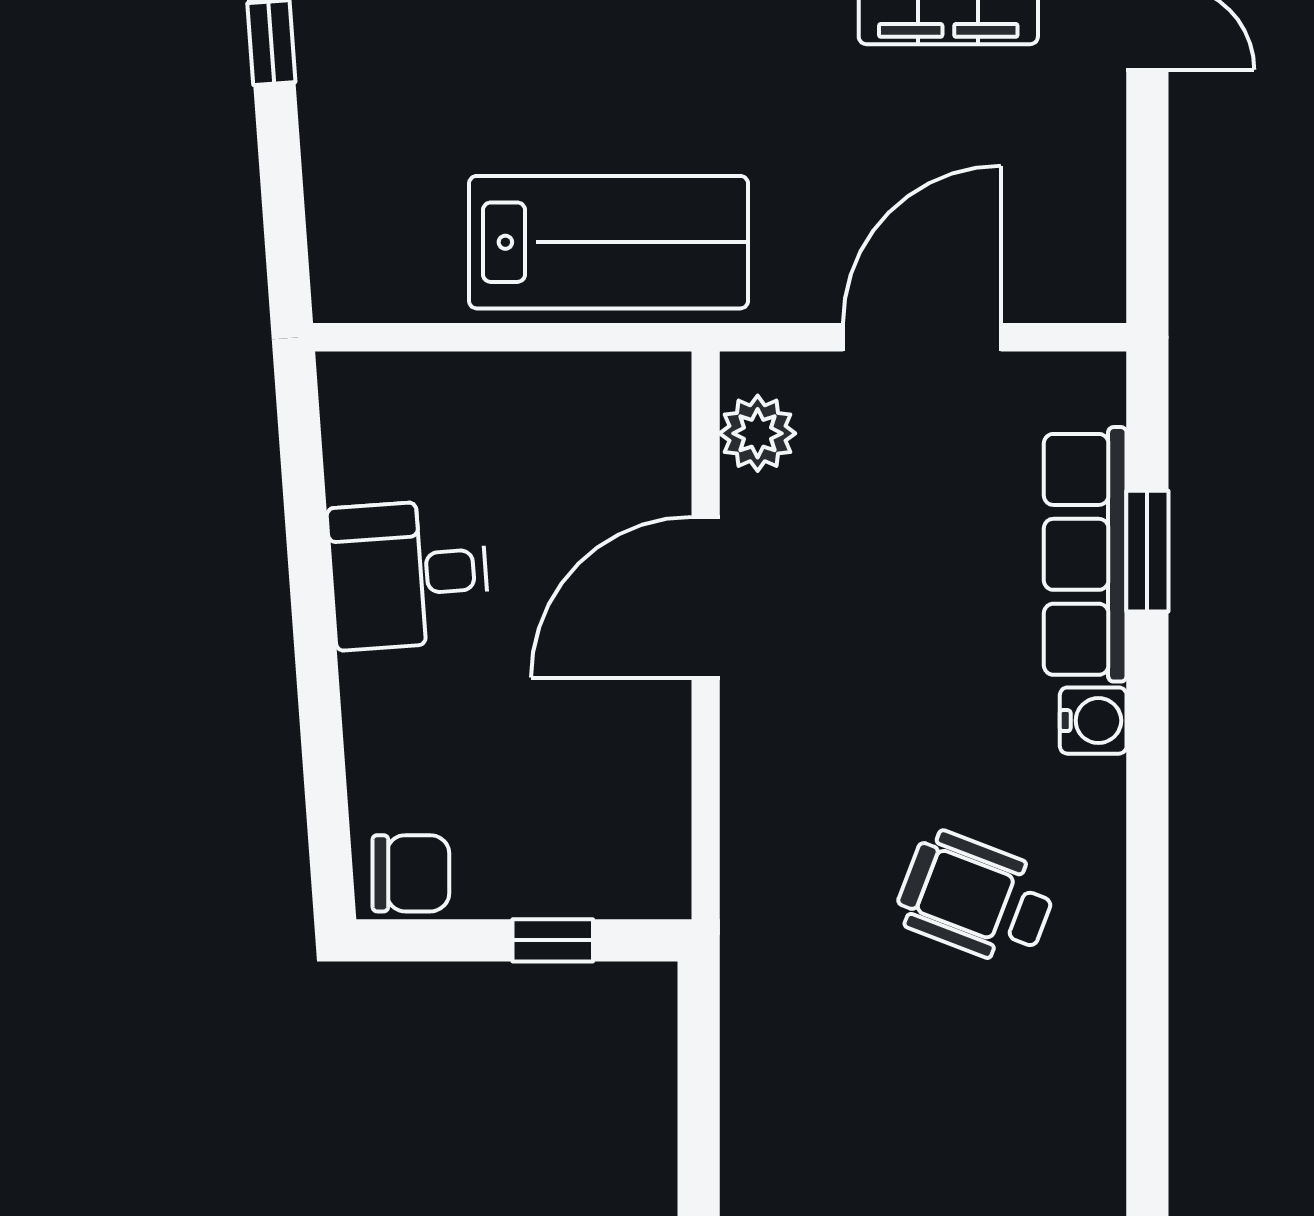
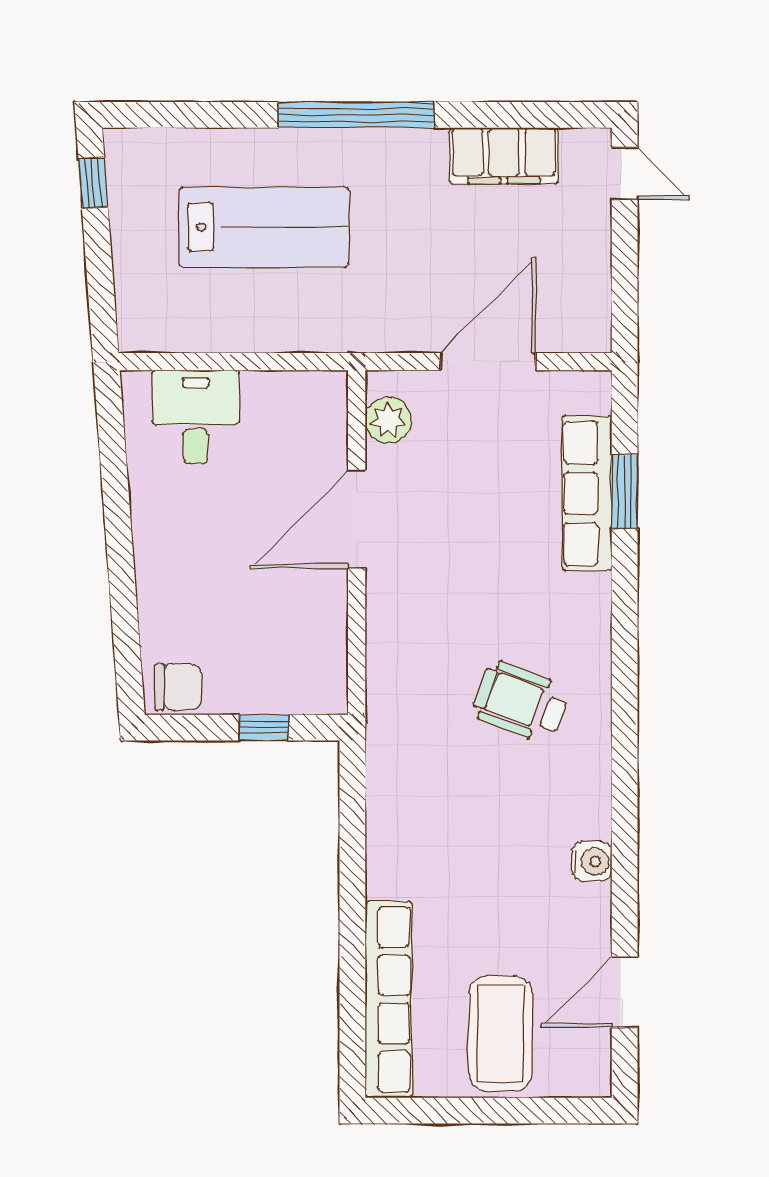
lab bench: (609, 242) -> (264, 227), moved
desk: (409, 574) -> (196, 417), moved, turned 94
water cooler: (1093, 721) -> (592, 862), moved

